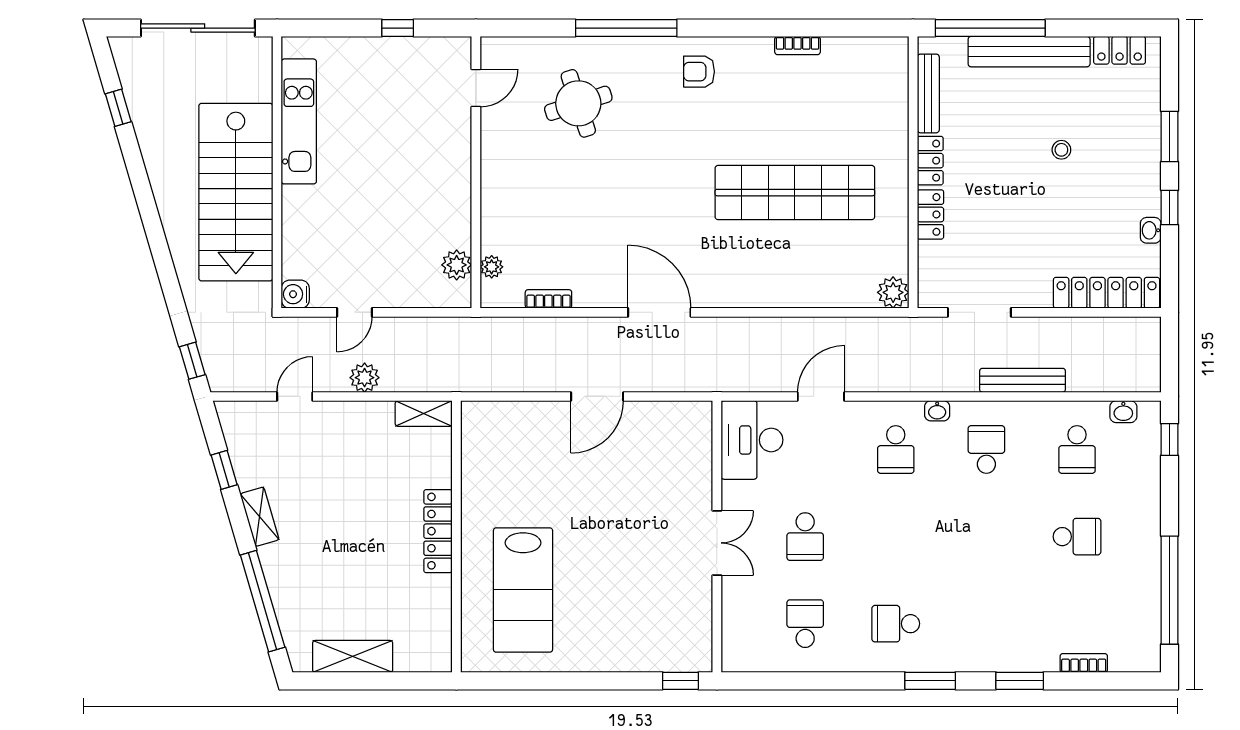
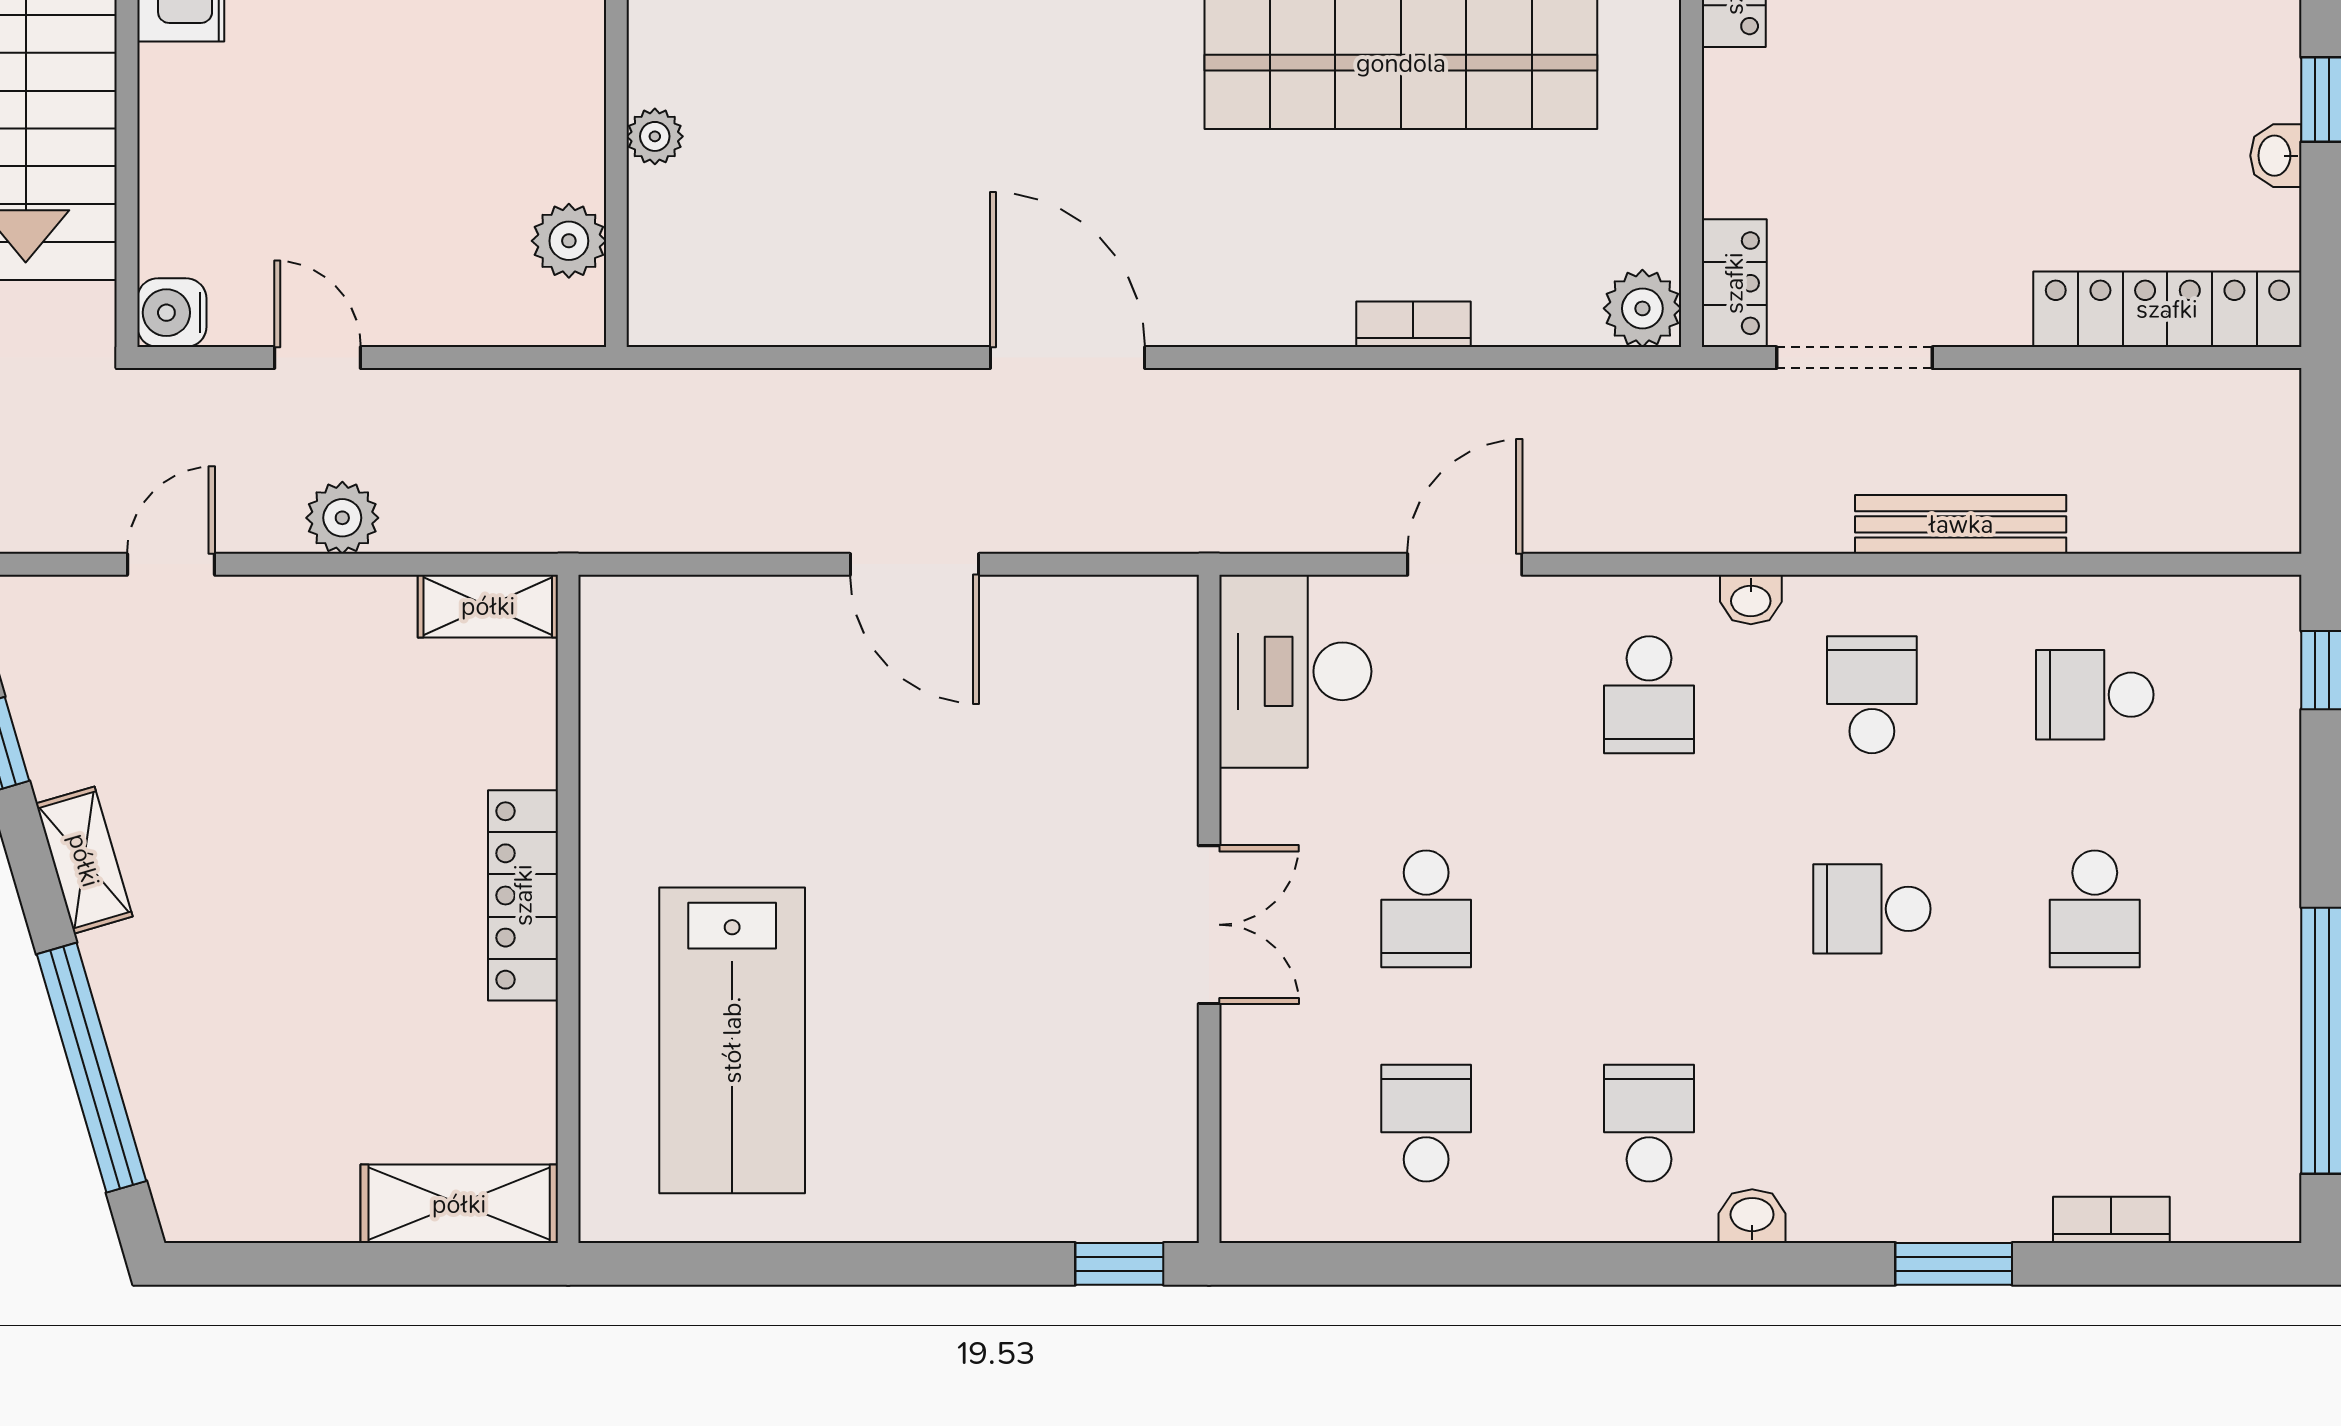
locker: (930, 214) -> (1734, 283), moved
plant: (492, 267) -> (655, 136), moved
bookcase: (548, 299) -> (1413, 324), moved
door: (354, 312) -> (317, 358), swing flipped
door: (597, 396) -> (914, 564), hinge flipped
washbasin: (1123, 412) -> (1752, 1216), moved, turned 180
school desk: (1077, 449) -> (2095, 695), turned 90
school desk: (986, 537) -> (1872, 909), added
school desk: (1077, 537) -> (2095, 909), turned 90
school desk: (896, 624) -> (1649, 1123), turned 90
shelving: (353, 656) -> (459, 1204), moved
window: (930, 681) -> (1733, 1264), removed

